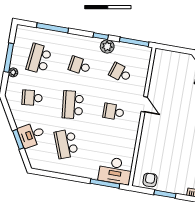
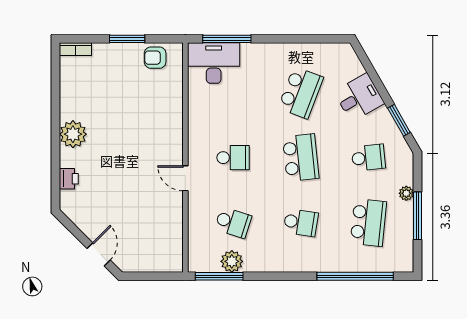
window: (52, 28) -> (355, 276), width x1.46
window: (101, 36) -> (275, 276), removed
plant: (107, 46) -> (232, 261), moved
window: (18, 139) -> (399, 120), moved
school desk: (66, 144) -> (301, 93), turned 42
armchair: (150, 180) -> (155, 58), turned 92

